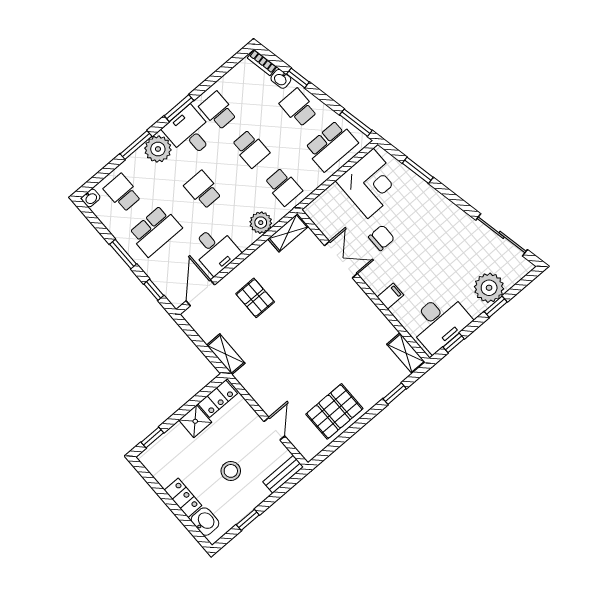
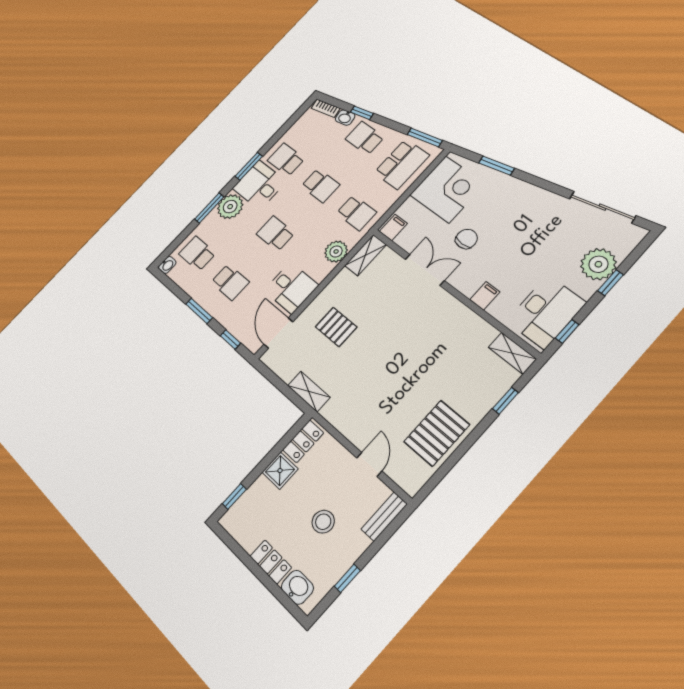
filing cabinet: (317, 211) -> (393, 227), added
school desk: (155, 231) -> (230, 282), width x0.54

